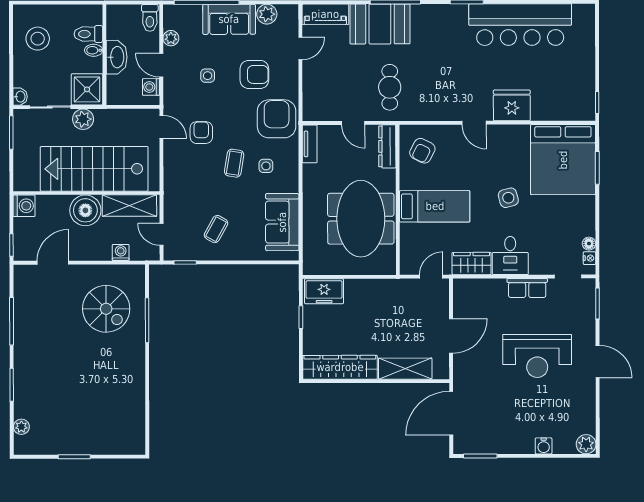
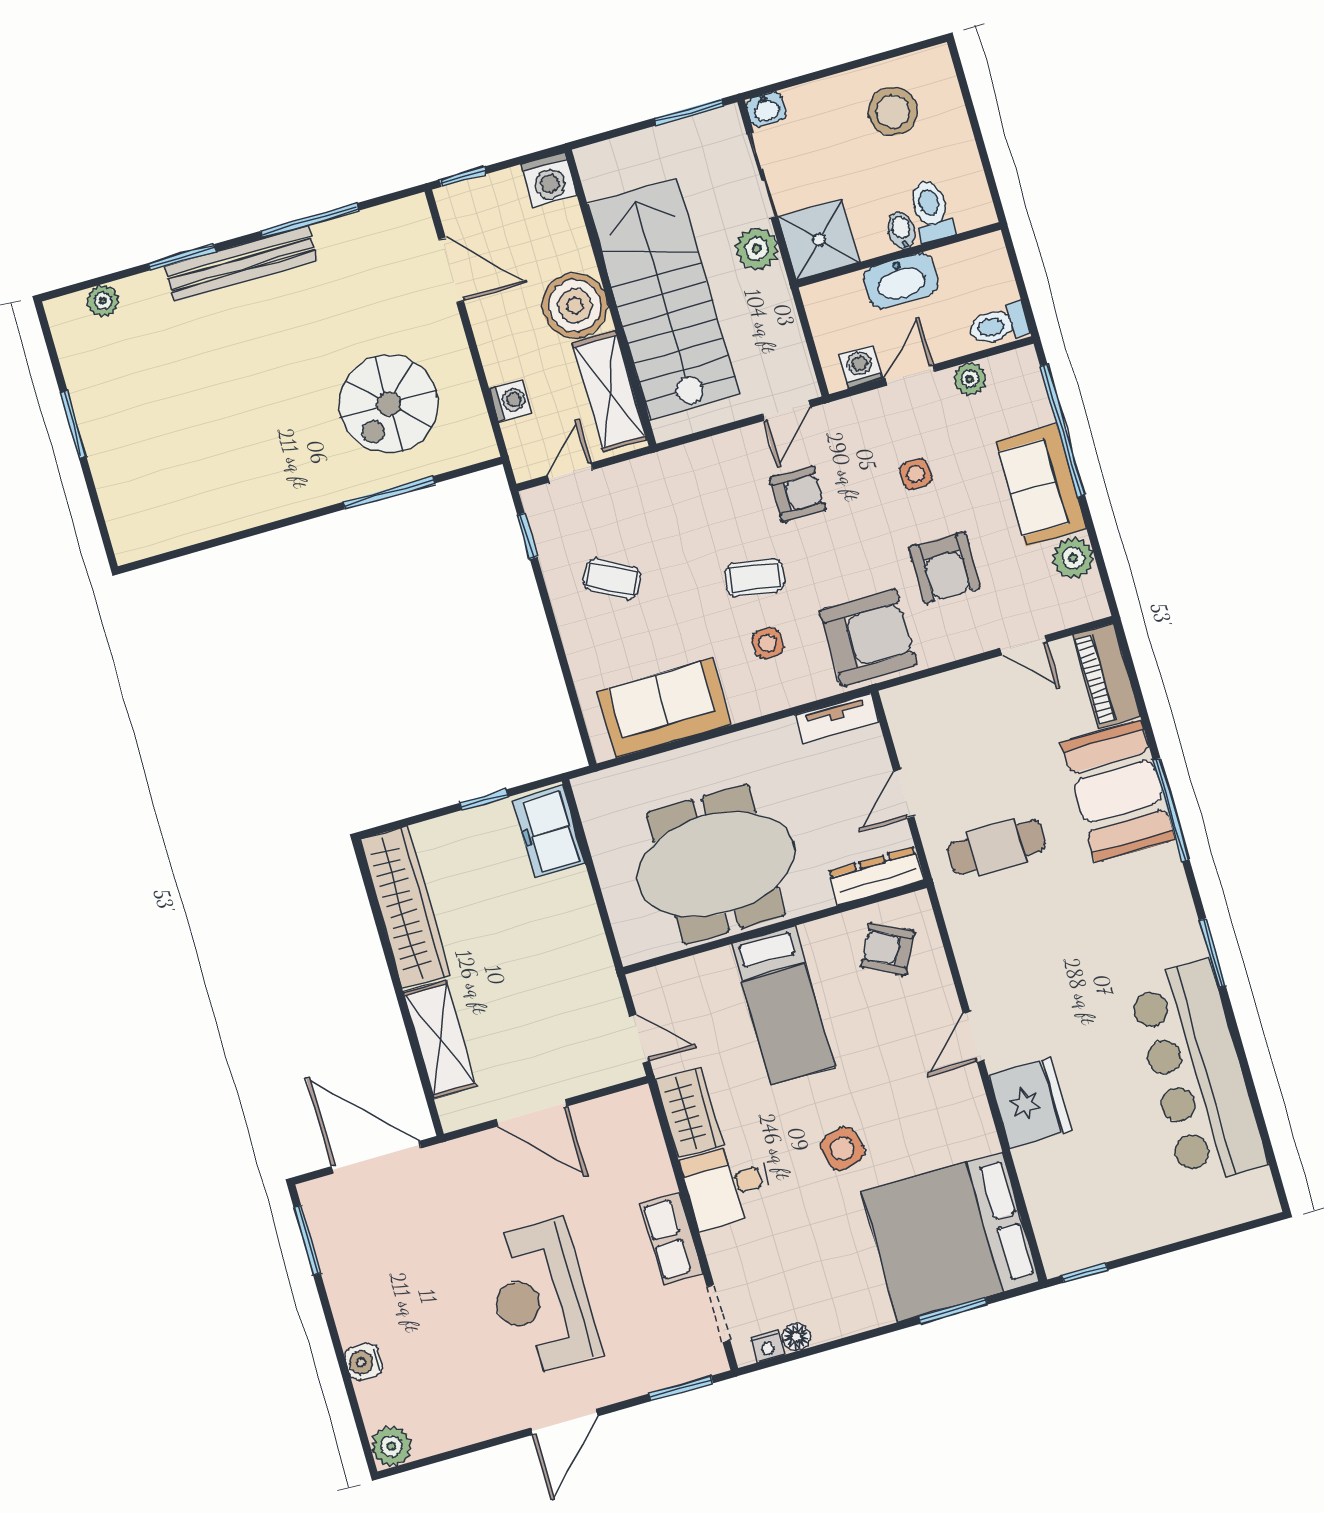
bench: (22, 358) -> (241, 264), added

